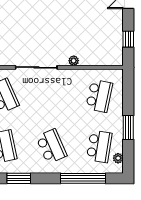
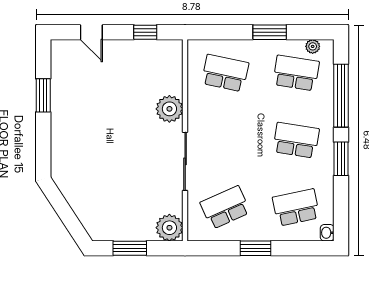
plant: (74, 61) -> (169, 109), width x1.88, depth x1.88
school desk: (51, 146) -> (296, 140), turned 33
window: (19, 178) -> (341, 159), moved

